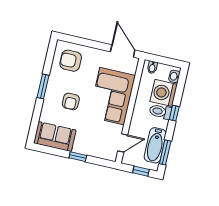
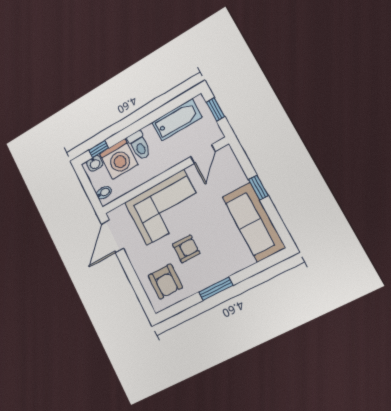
armchair: (71, 101) -> (186, 249), moved
window: (174, 113) -> (99, 149), moved
sofa: (55, 137) -> (254, 222), width x1.36
door: (123, 143) -> (203, 154), swing flipped
window: (165, 152) -> (175, 103), removed

